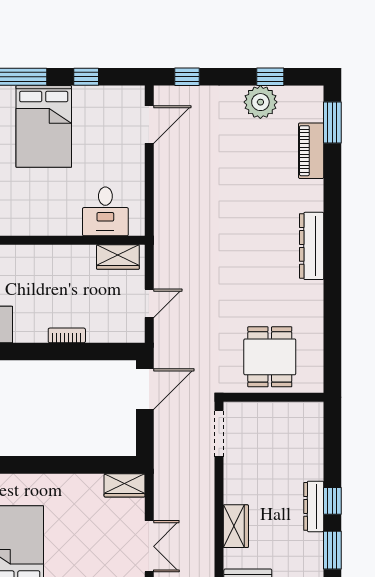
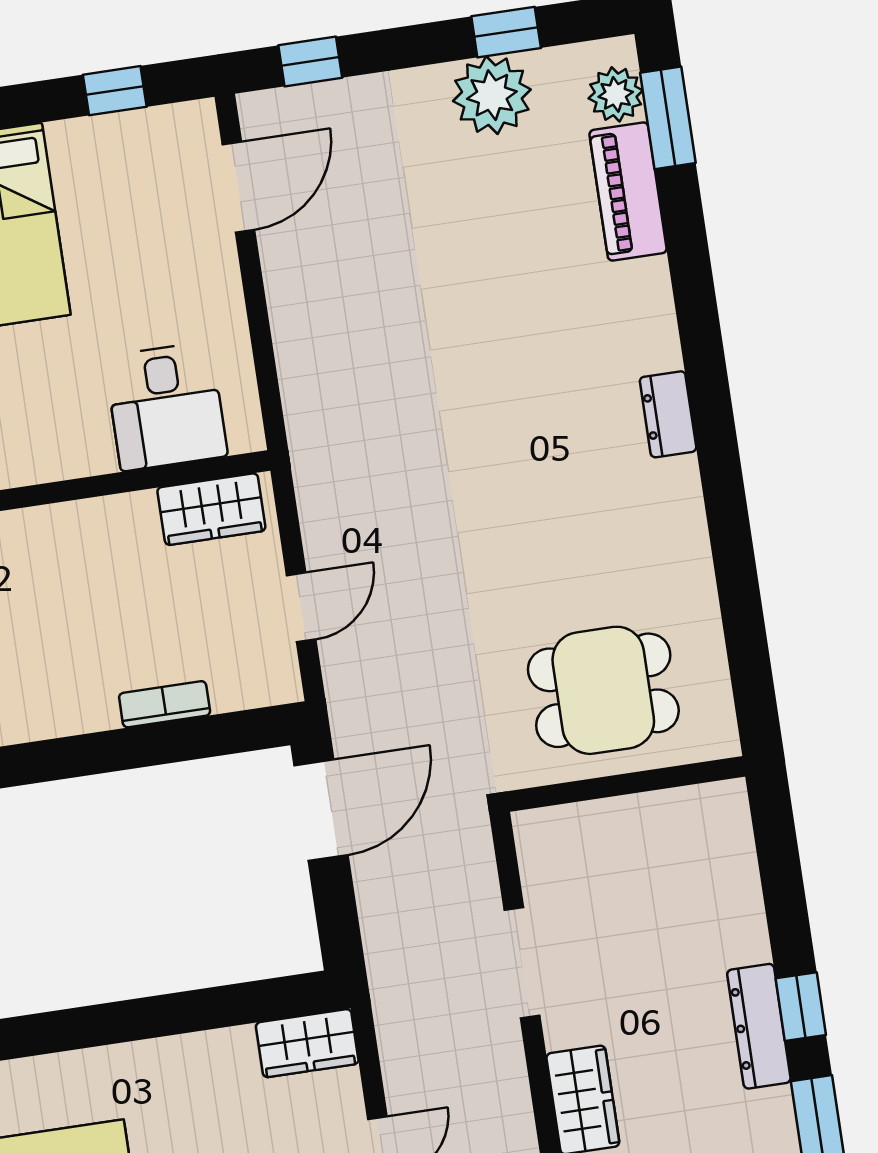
window: (86, 77) -> (115, 91), moved
plant: (312, 109) -> (616, 94), added
dresser: (312, 246) -> (668, 414), width x0.51, depth x0.80
bookcase: (67, 335) -> (165, 704), moved
dining table: (270, 357) -> (603, 690), turned 90
doorway: (219, 434) -> (522, 963), moved

